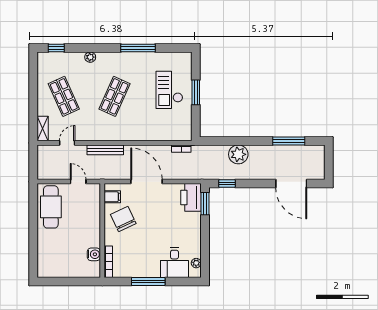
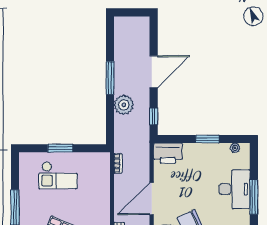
window: (289, 141) -> (110, 78), moved
door: (291, 183) -> (154, 72), moved
window: (205, 204) -> (207, 139), moved
desk: (174, 263) -> (235, 189), moved, width x1.37

